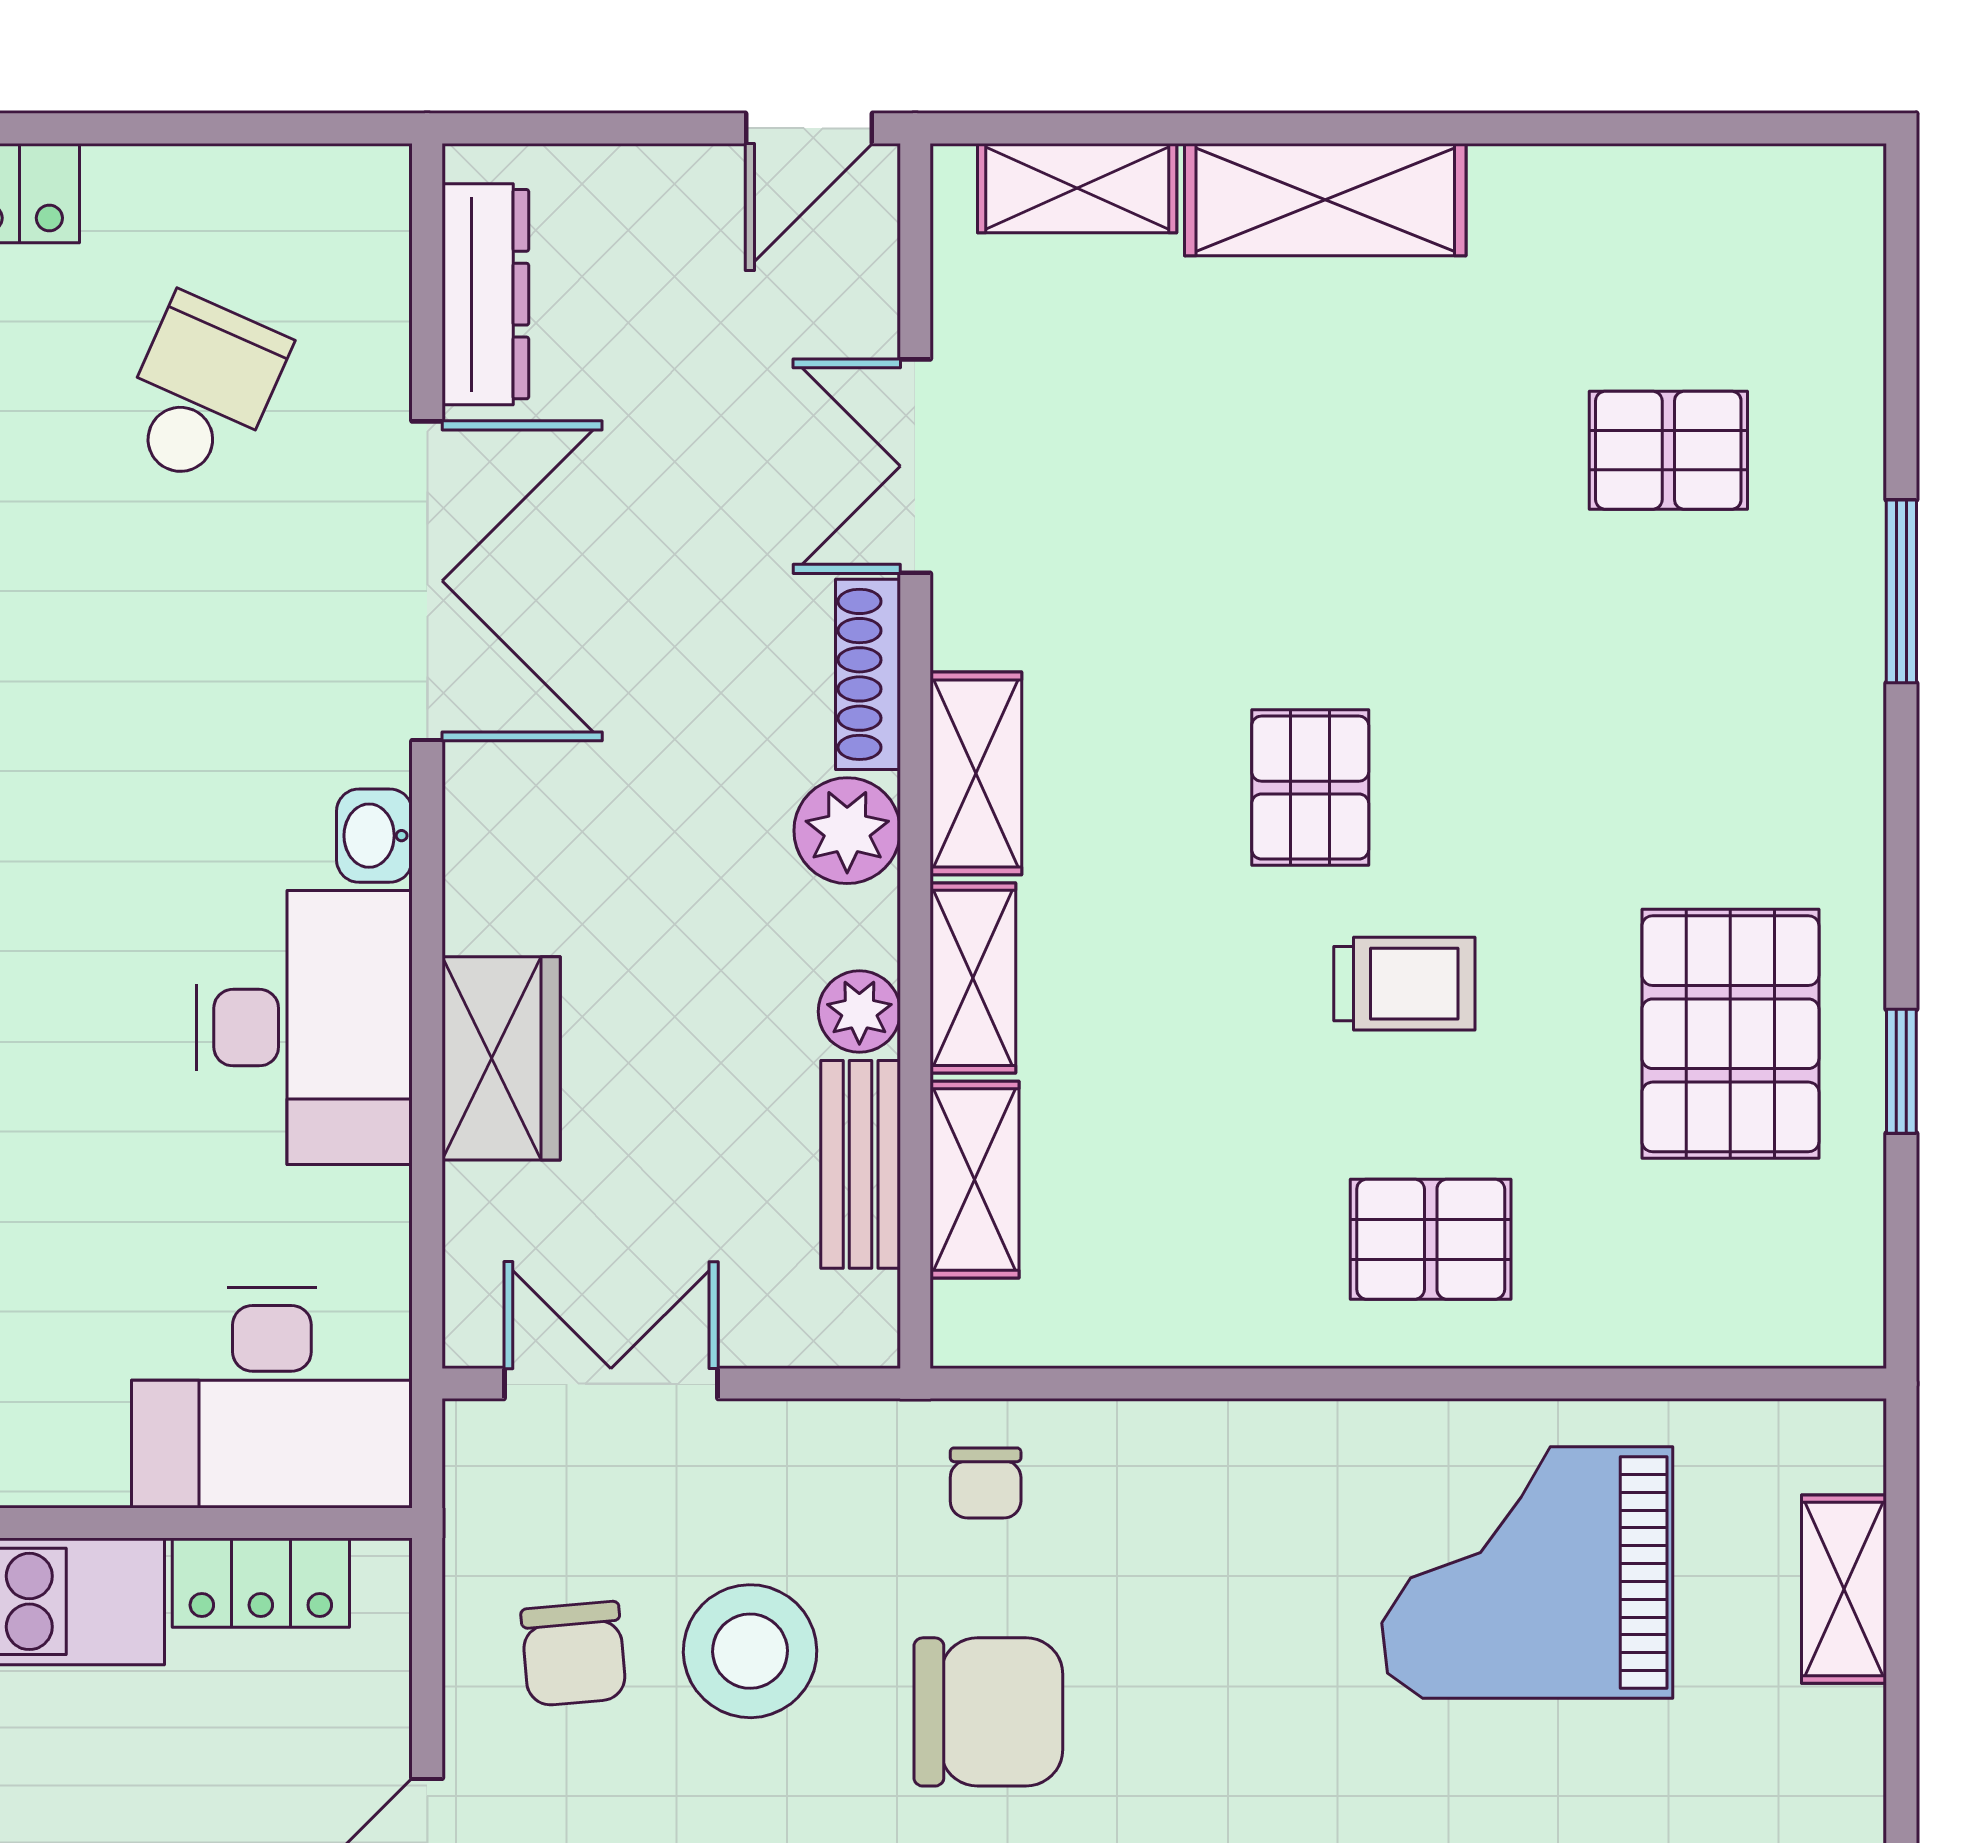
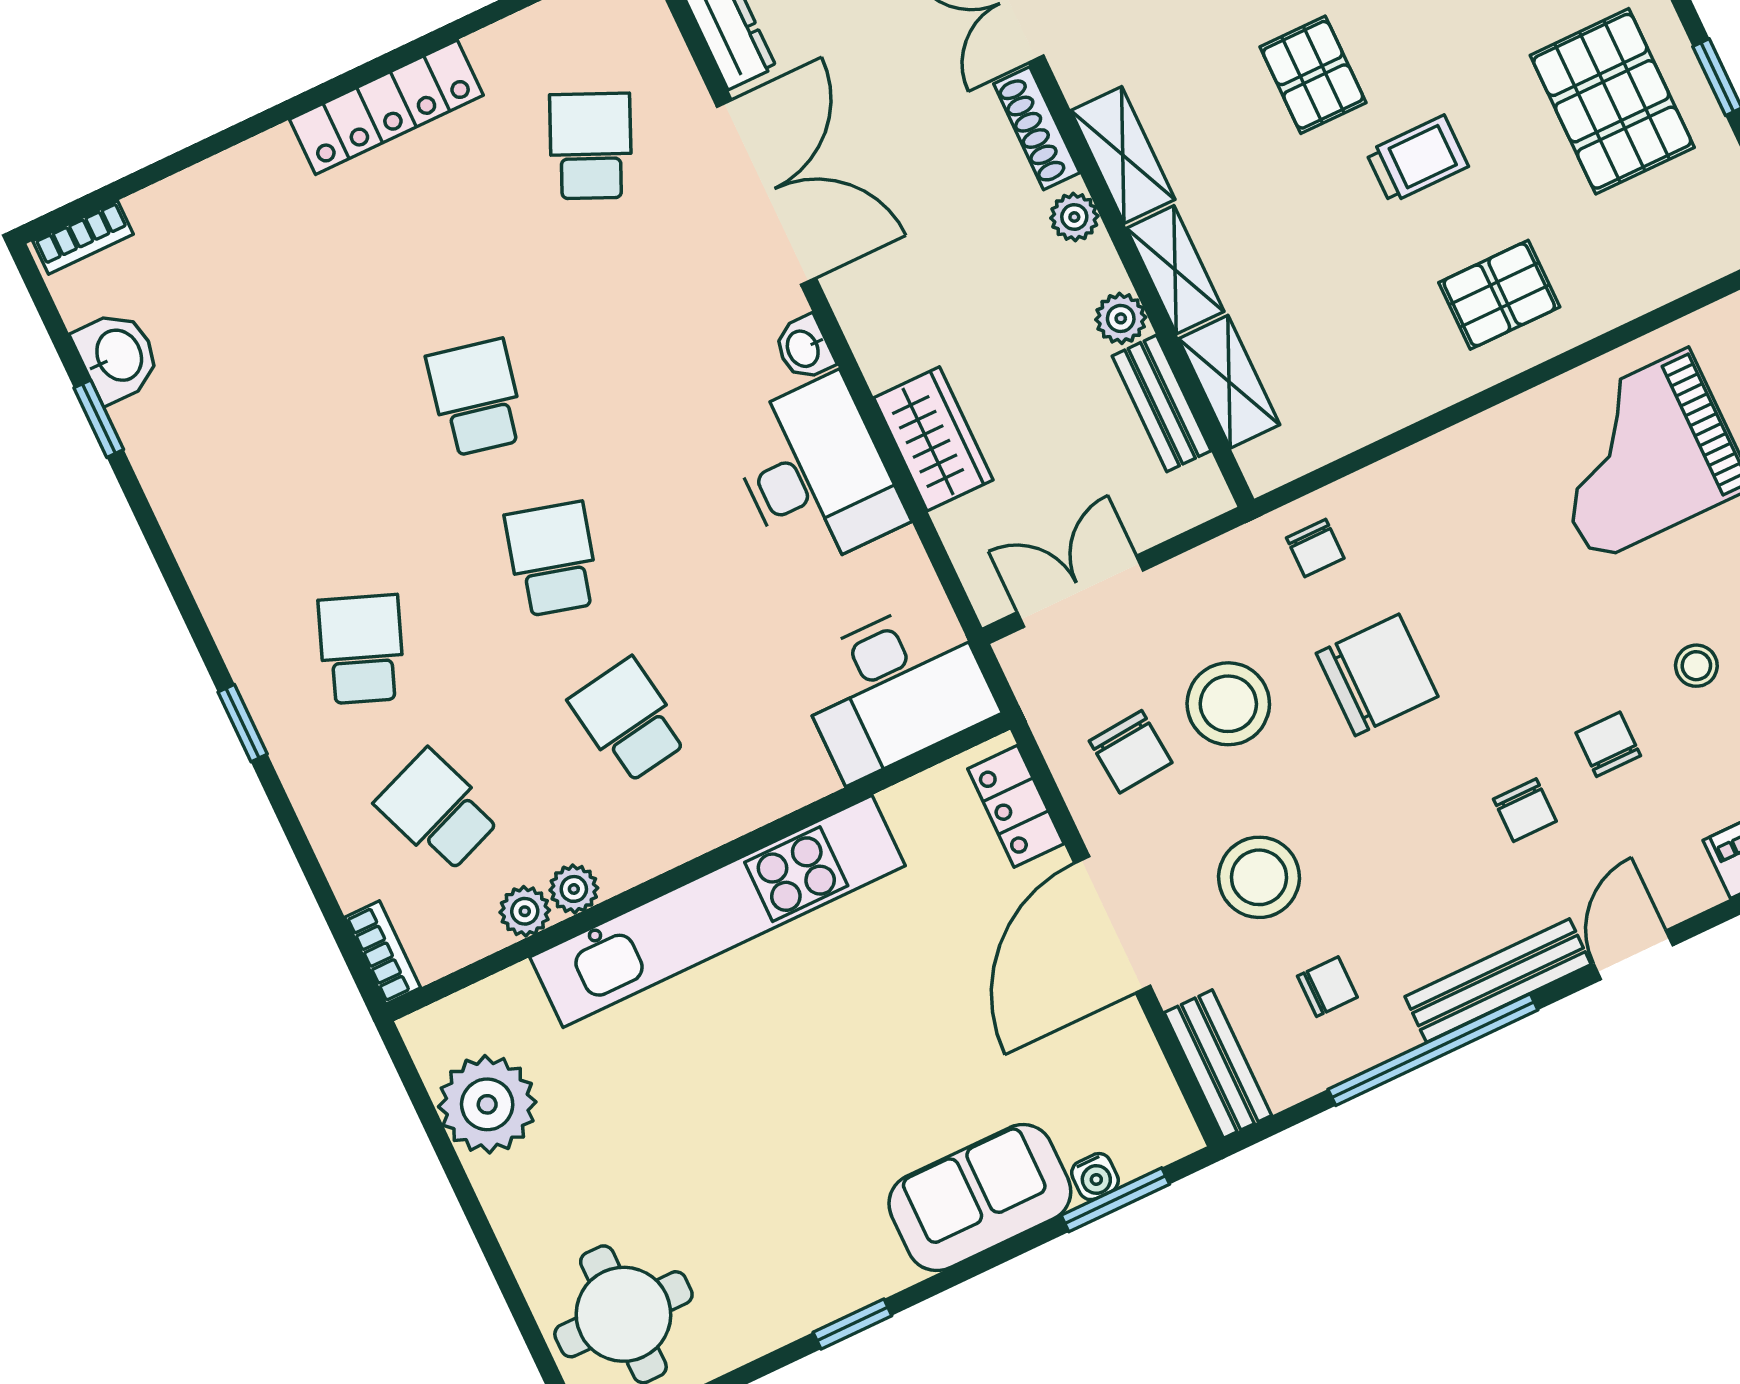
plant: (847, 831) -> (1074, 217), width x0.73, depth x0.73
locker: (261, 1583) -> (1016, 806), moved, turned 90

